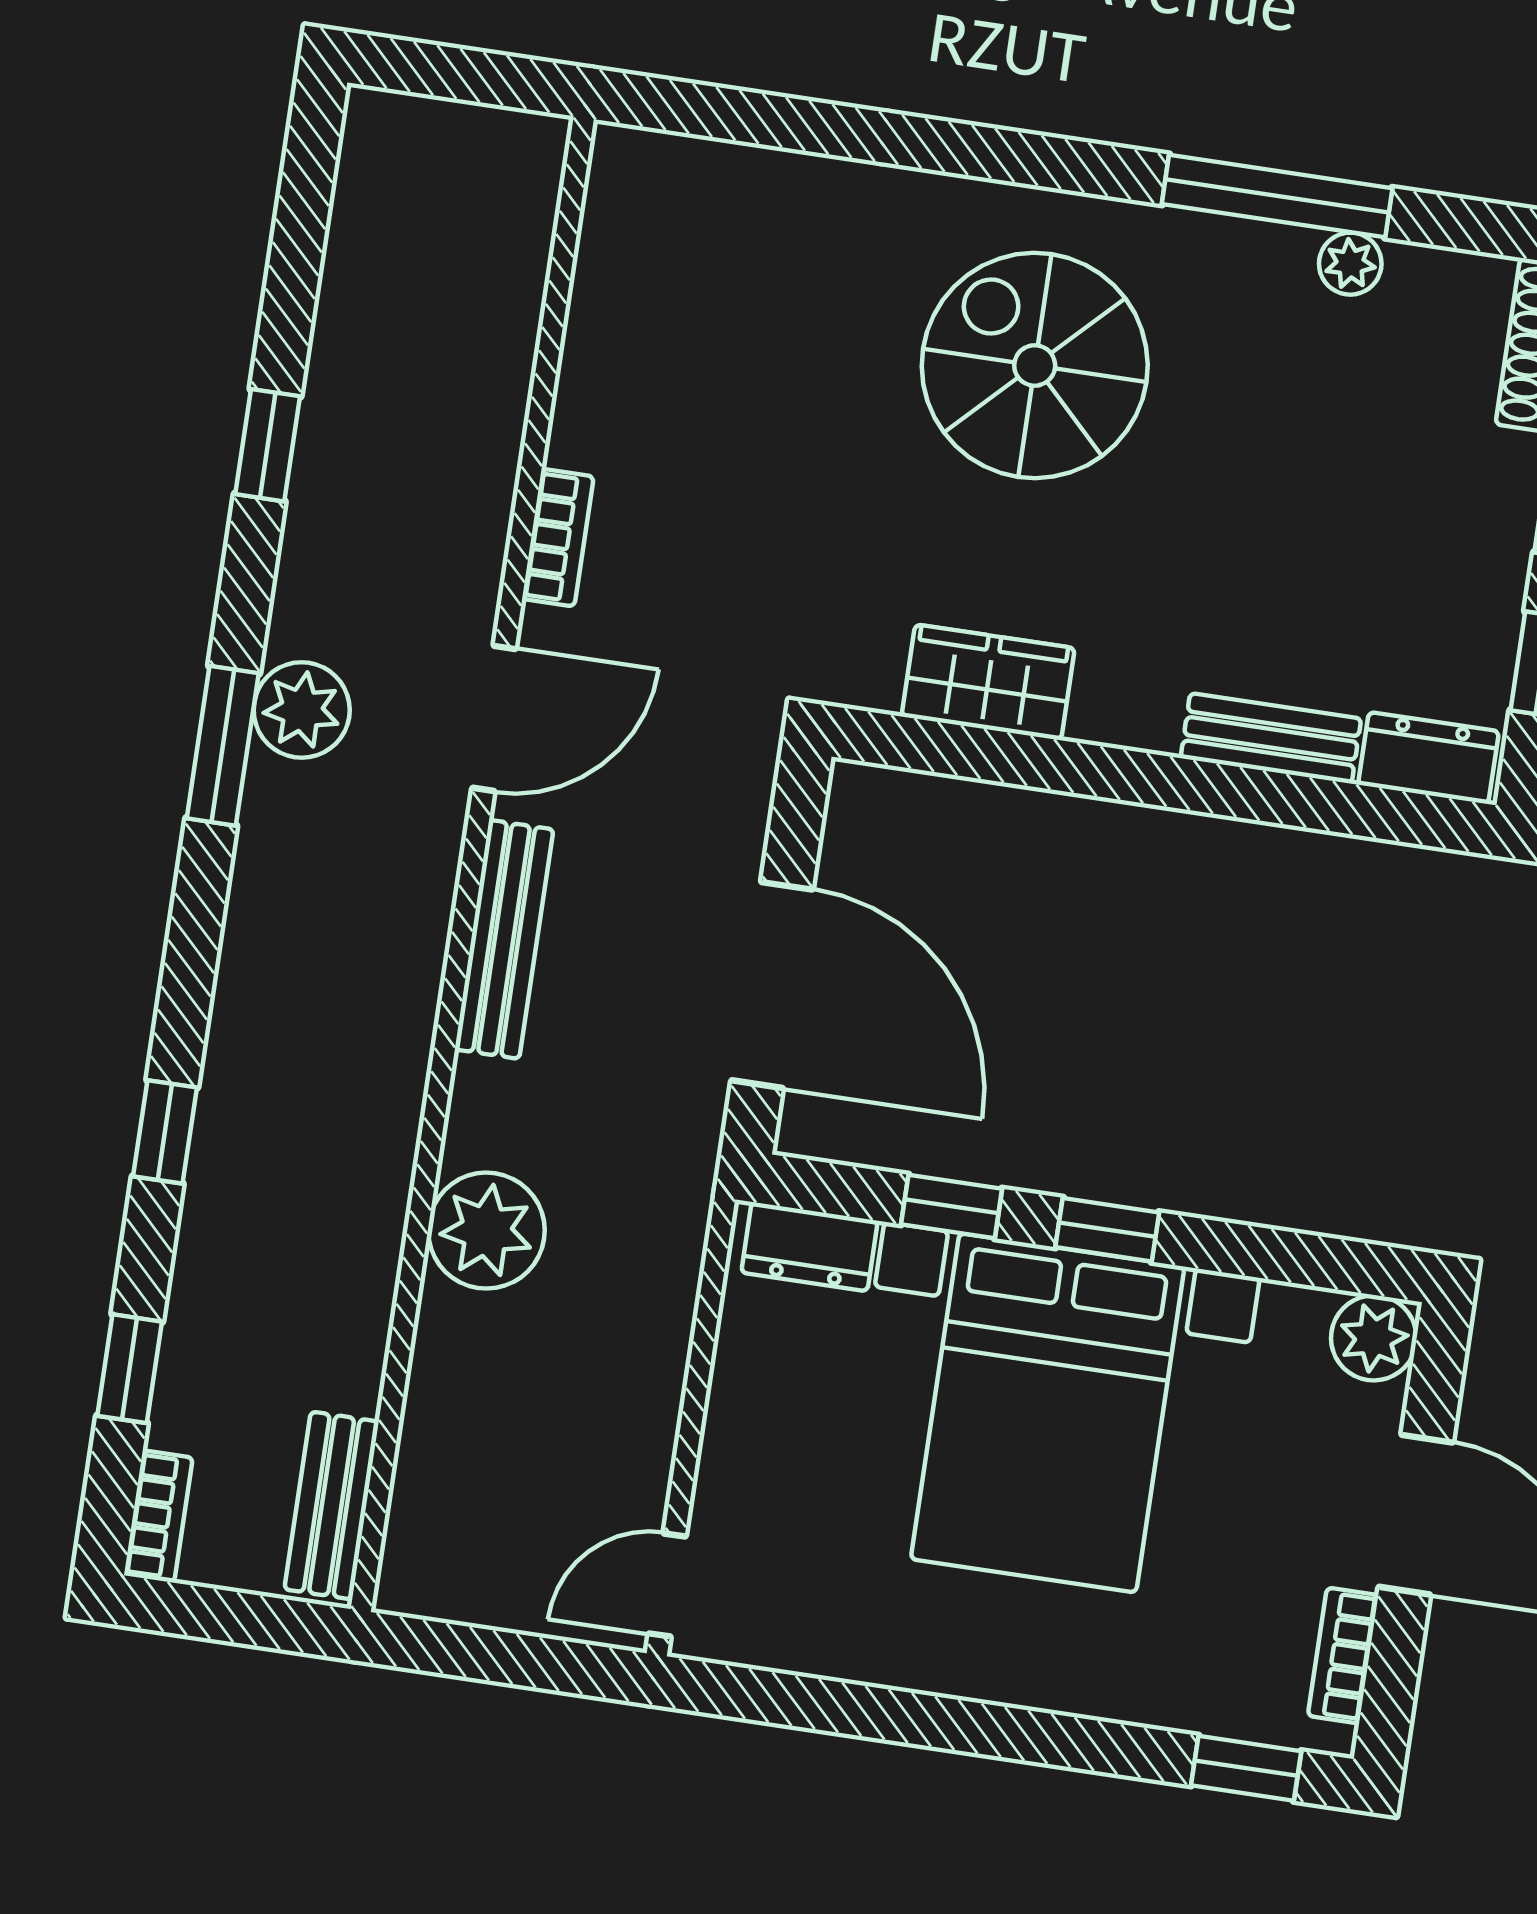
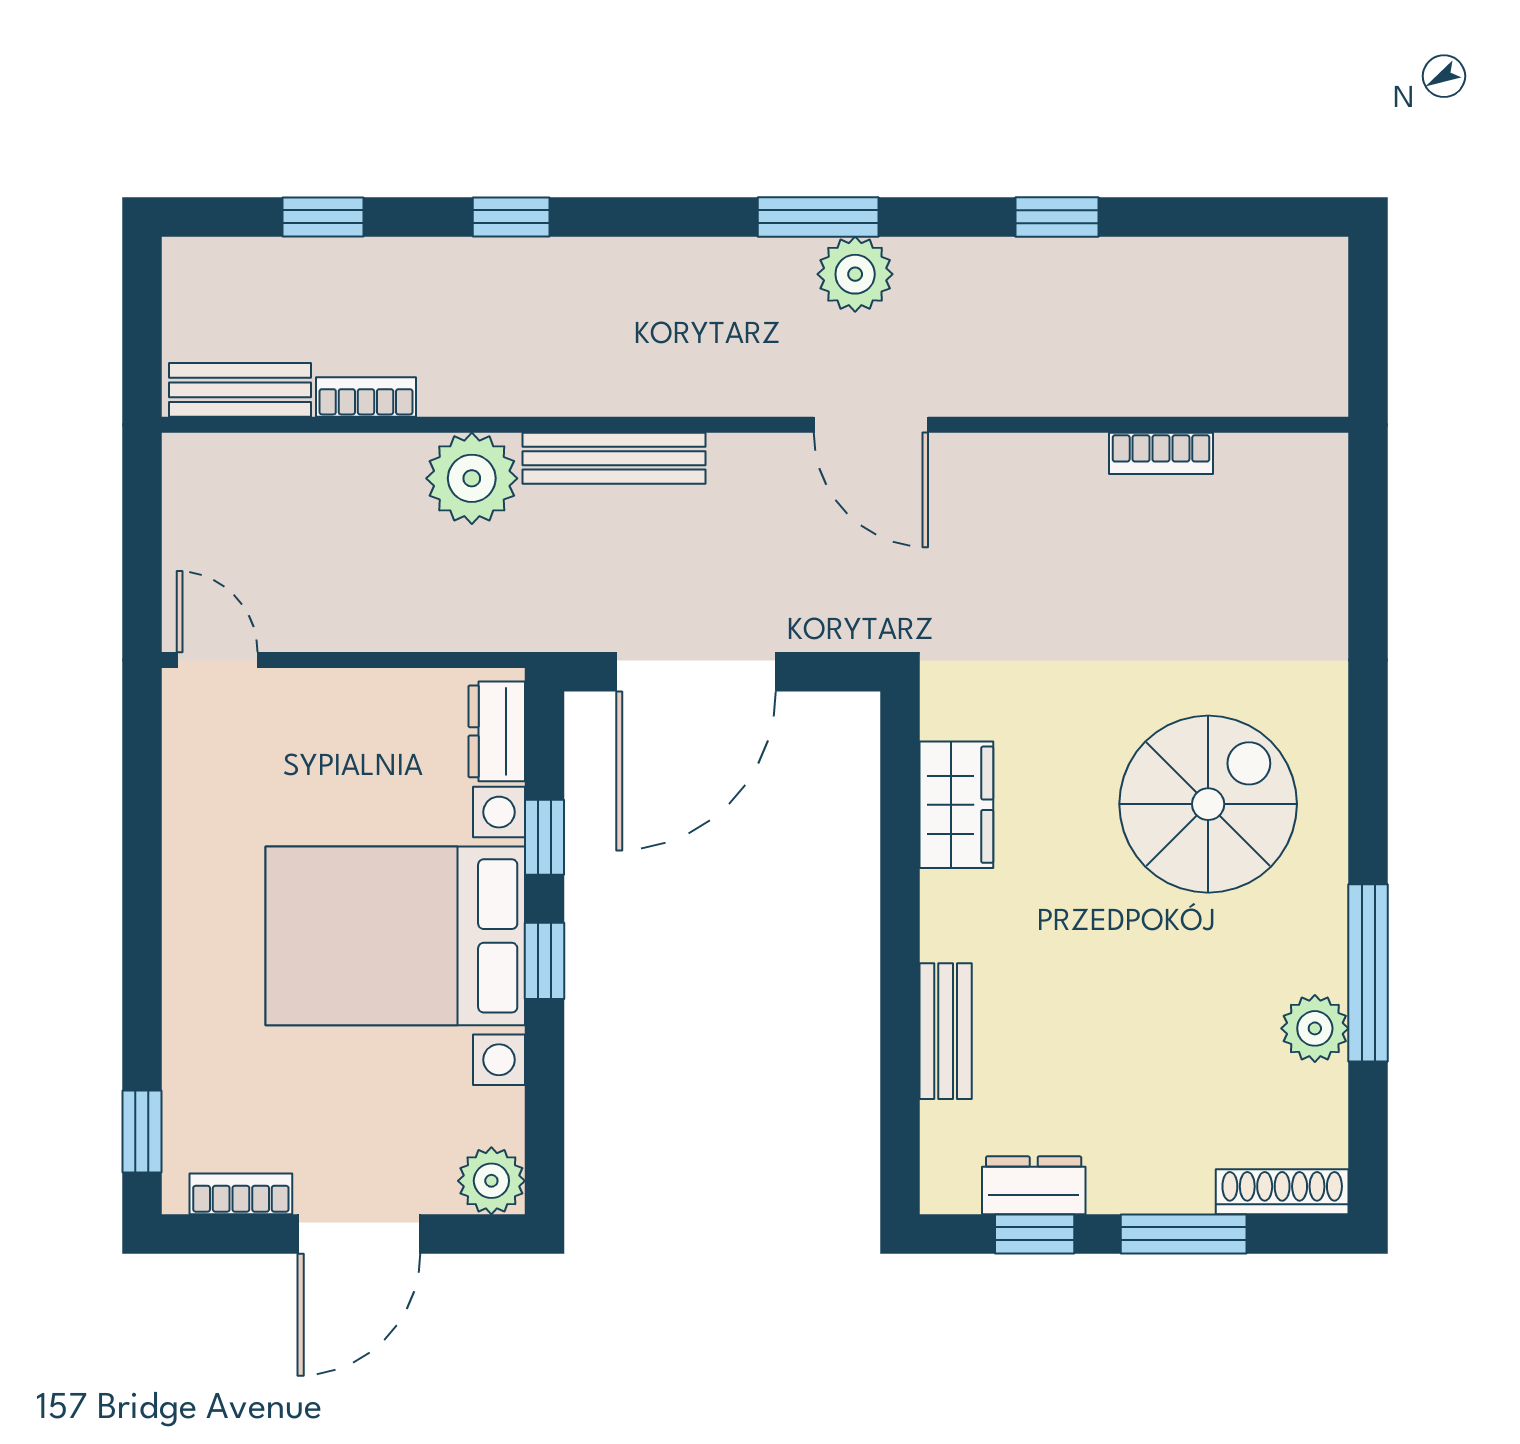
plant: (1350, 264) -> (1315, 1028), width x1.38, depth x1.38
bookcase: (558, 538) -> (1161, 453), moved
dresser: (1429, 758) -> (1034, 1185), moved, turned -90
bench: (504, 939) -> (614, 458), moved
bookcase: (158, 1516) -> (366, 397), moved, turned 180

